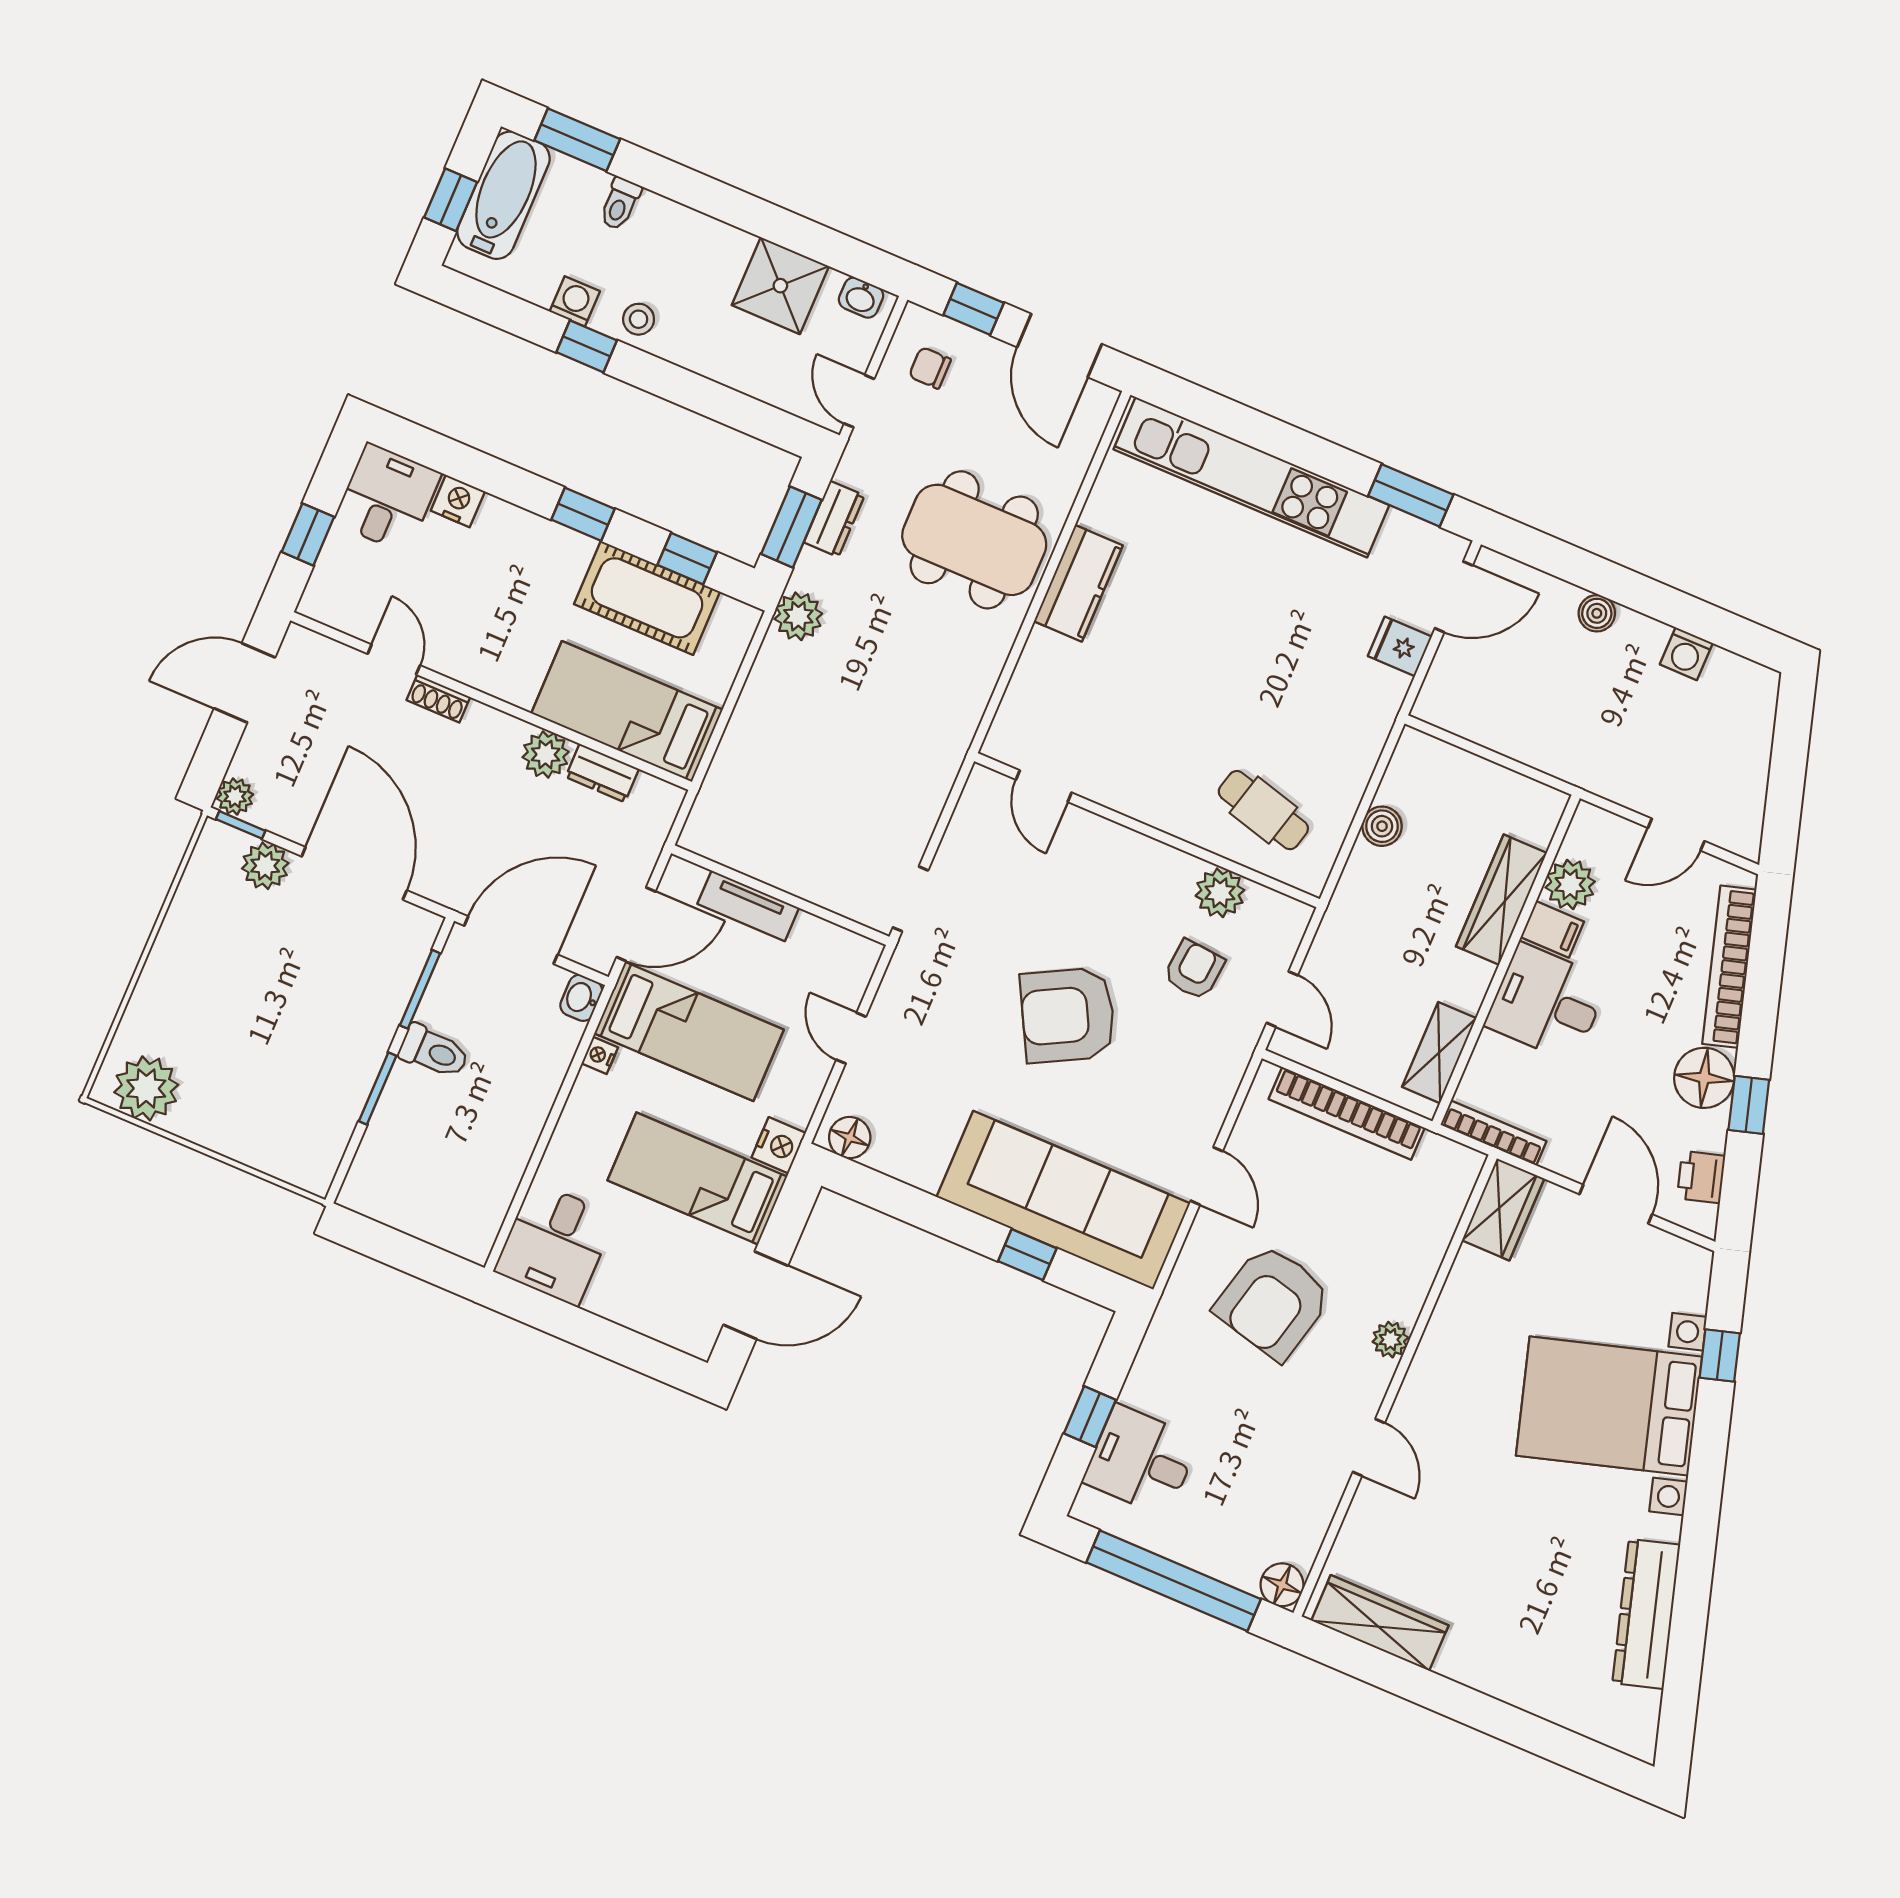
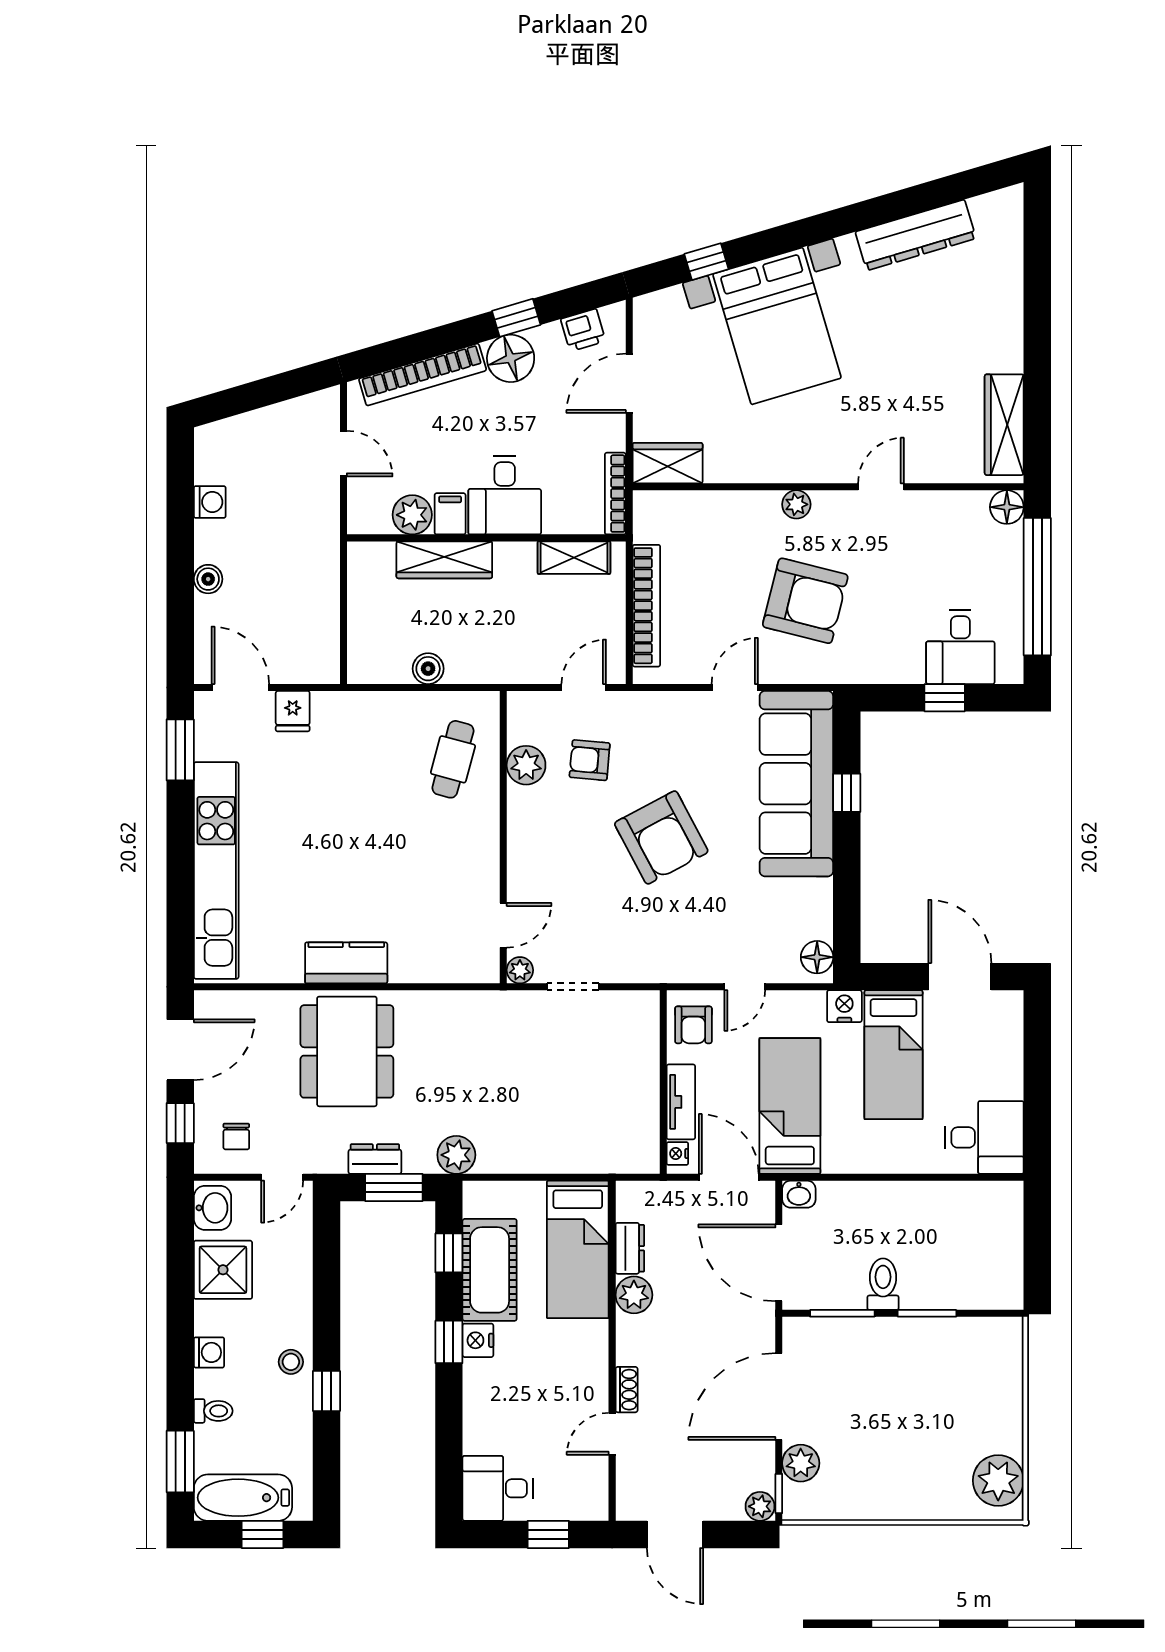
washbasin: (861, 298) -> (212, 1208), width x1.38, depth x1.45
washing machine: (575, 301) -> (209, 1352), moved, turned 180
nightstand: (458, 501) -> (478, 1340), moved
plant: (983, 783) -> (520, 970), added
doorway: (910, 899) -> (573, 987), moved
armchair: (832, 959) -> (693, 1025), added
nightstand: (600, 1055) -> (677, 1154), moved, turned 90

